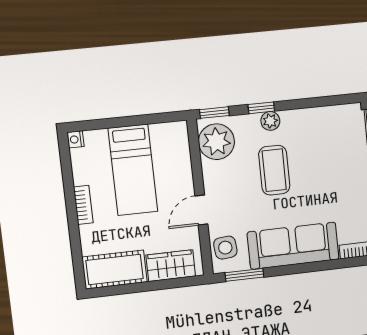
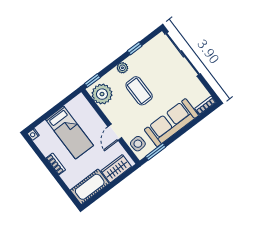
window: (261, 108) -> (135, 48), moved

